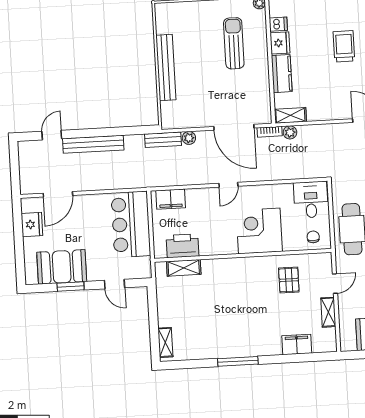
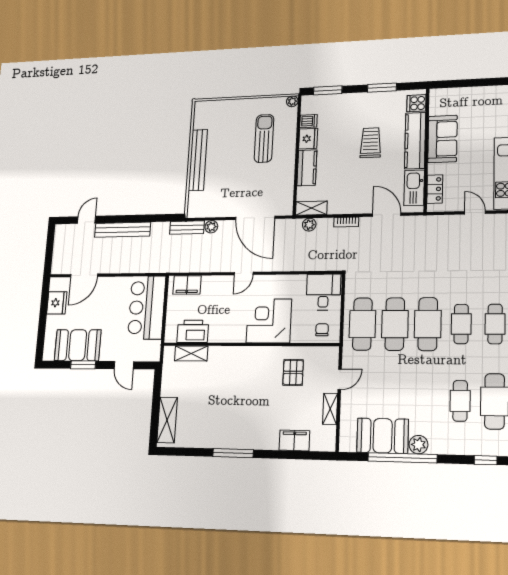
bookcase: (270, 132) -> (346, 222), moved
shelving: (165, 342) -> (167, 420), width x1.50, depth x1.33

